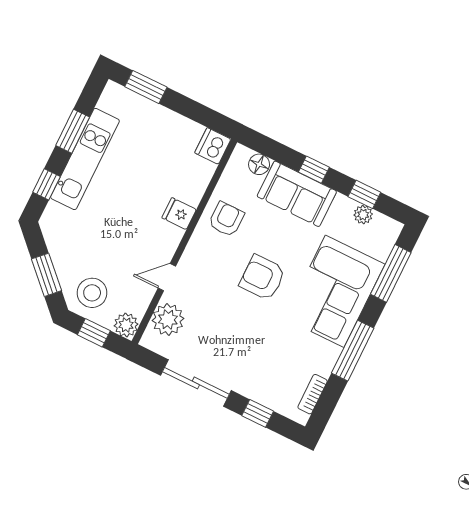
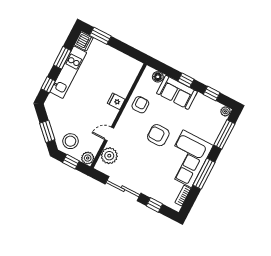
dishwasher: (213, 146) -> (84, 42), moved, turned 180
plant: (363, 215) -> (225, 111), moved
corner sofa: (335, 291) -> (187, 159), moved

